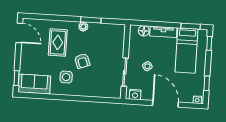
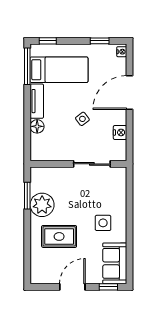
window: (191, 26) -> (27, 66), width x1.44
plant: (83, 27) -> (42, 205), width x1.88, depth x1.88
door: (19, 33) -> (72, 287), moved
armchair: (82, 61) -> (81, 203), removed
wall: (125, 62) -> (78, 164), moved
sliding door: (125, 72) -> (92, 164), moved

